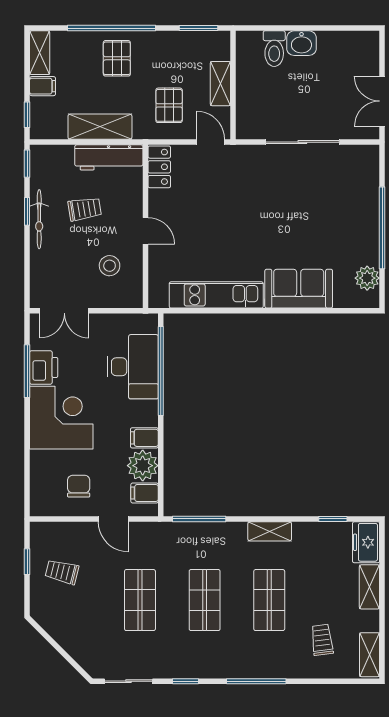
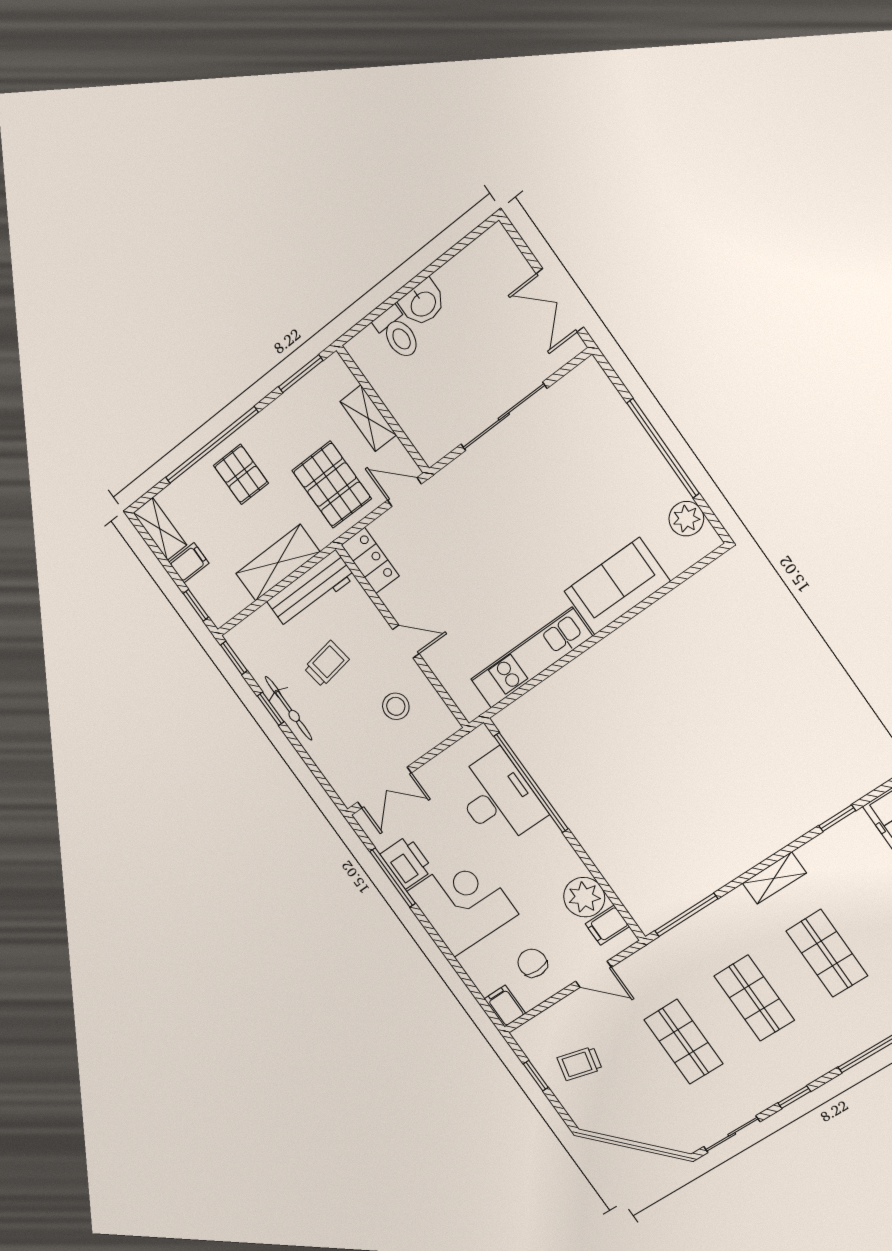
pallet: (169, 105) -> (332, 485), width x1.50, depth x1.42
filing cabinet: (144, 438) -> (505, 1006), moved, turned 90

